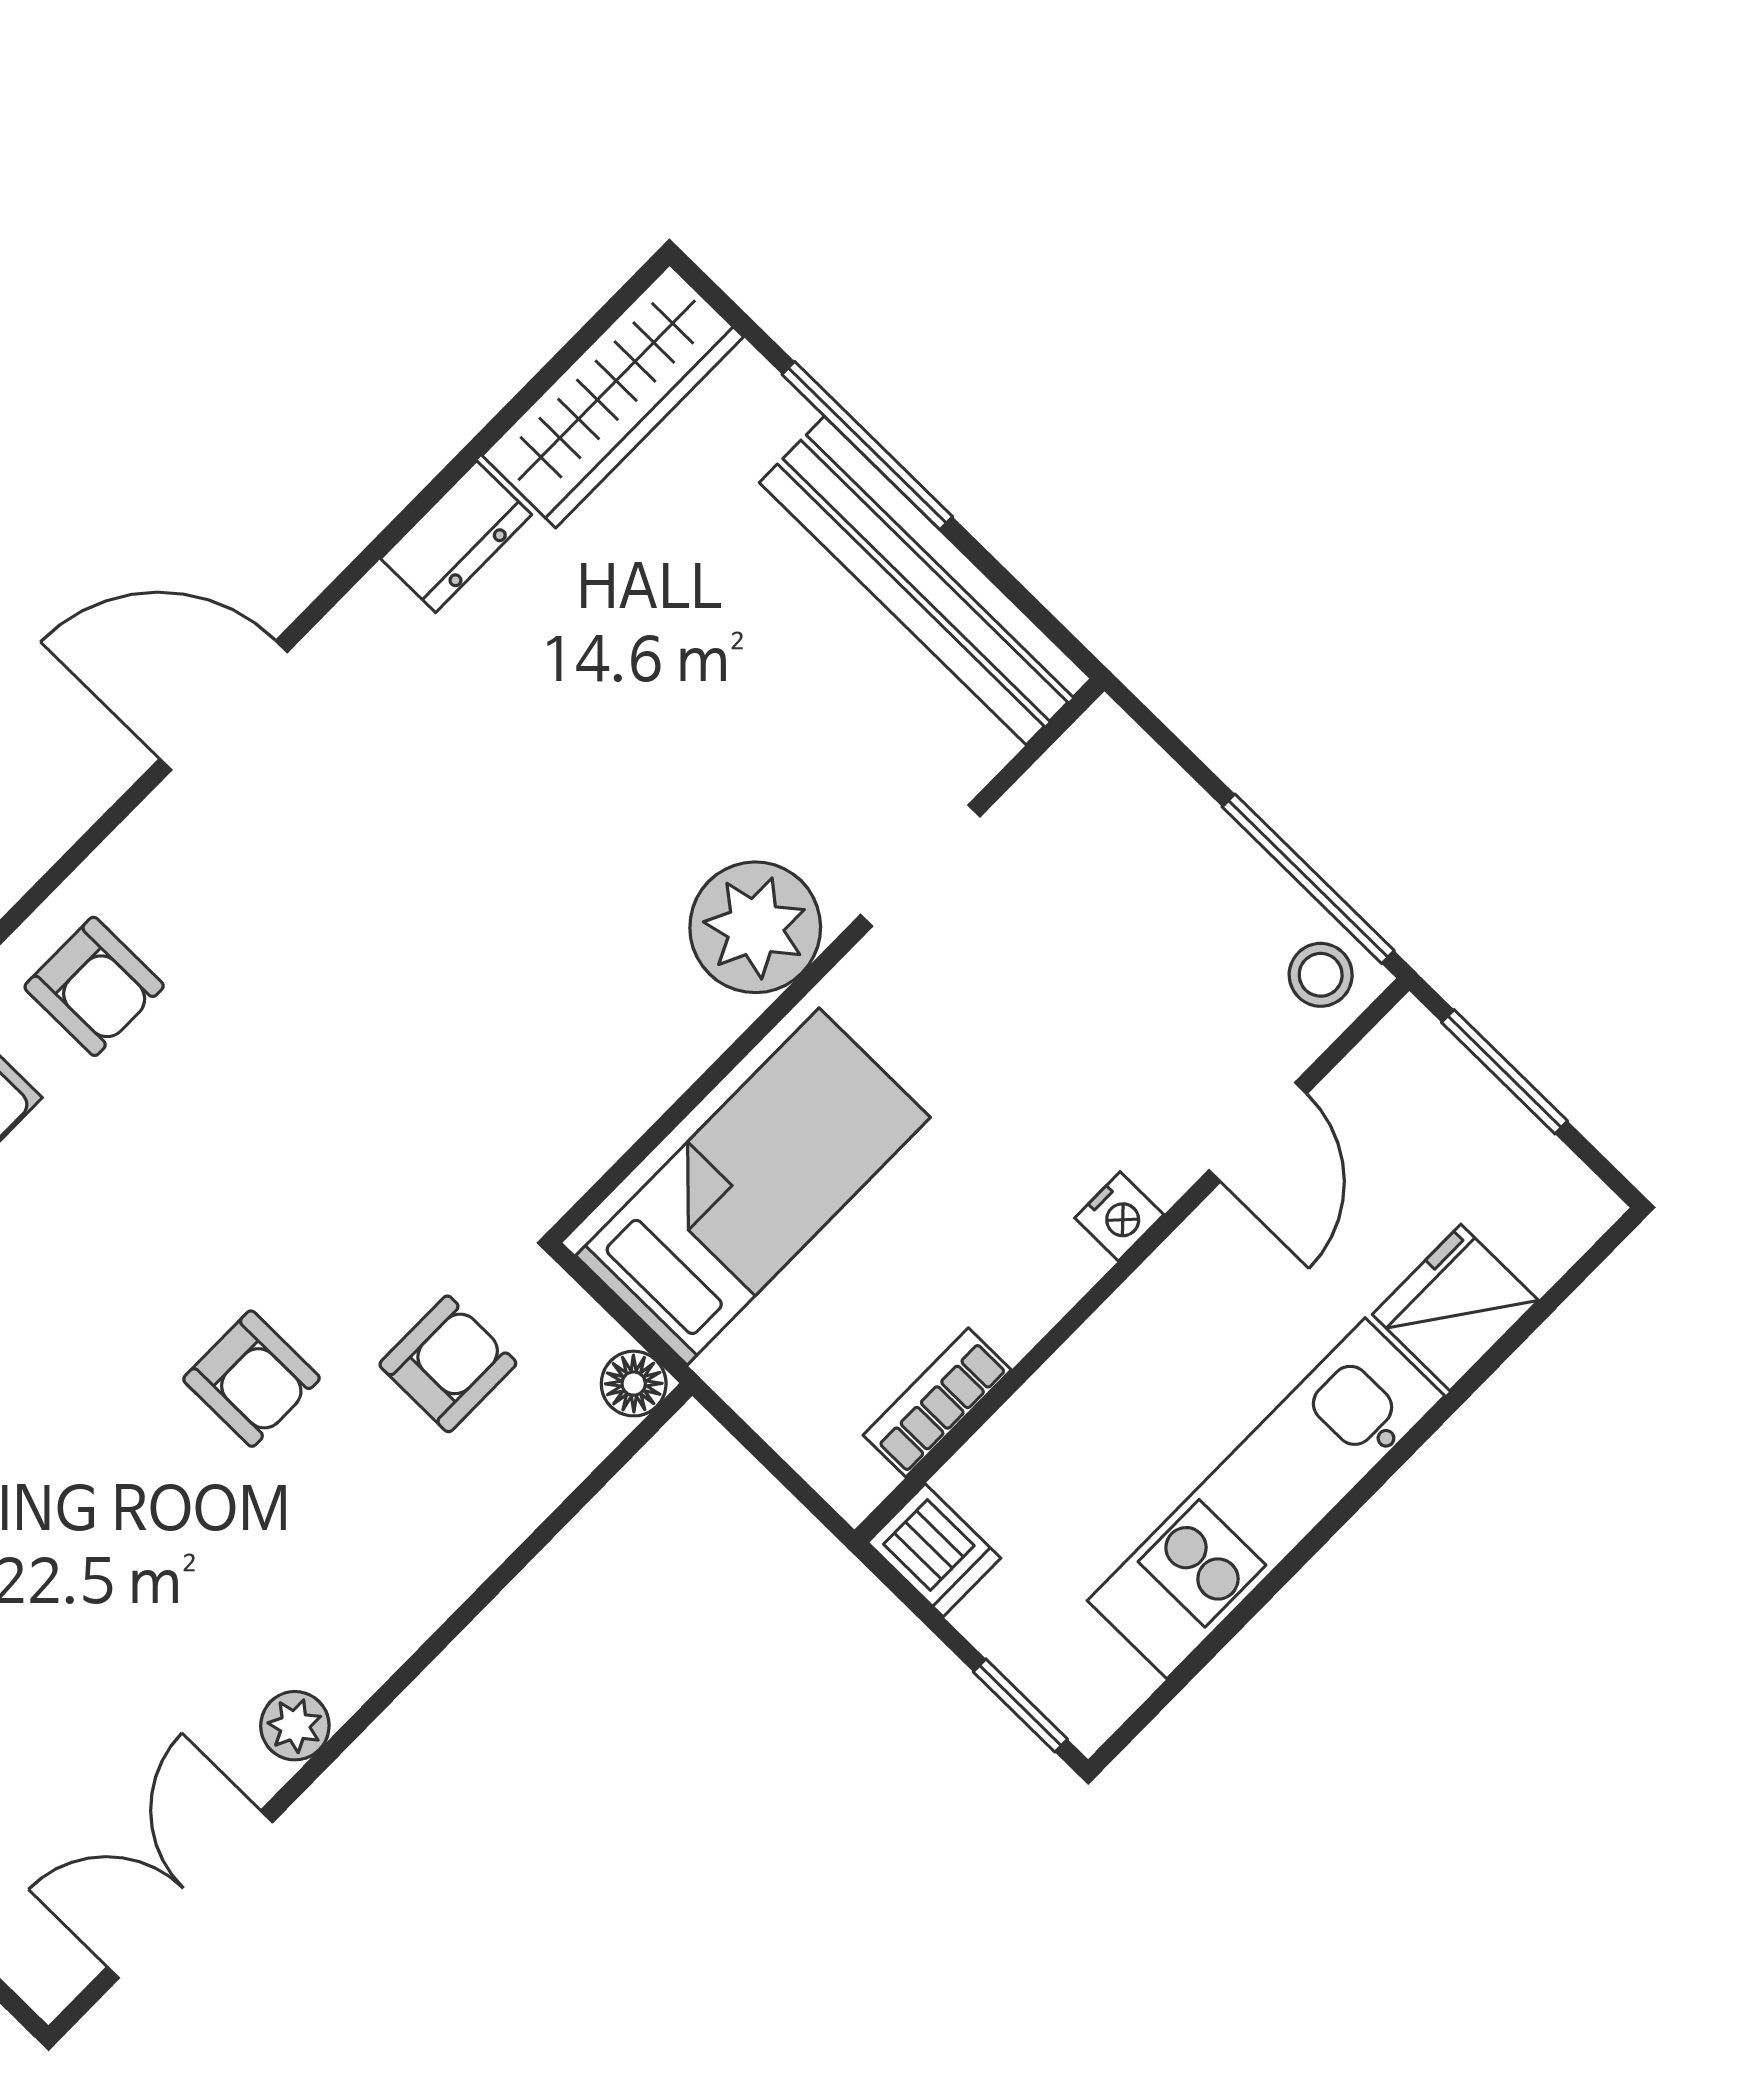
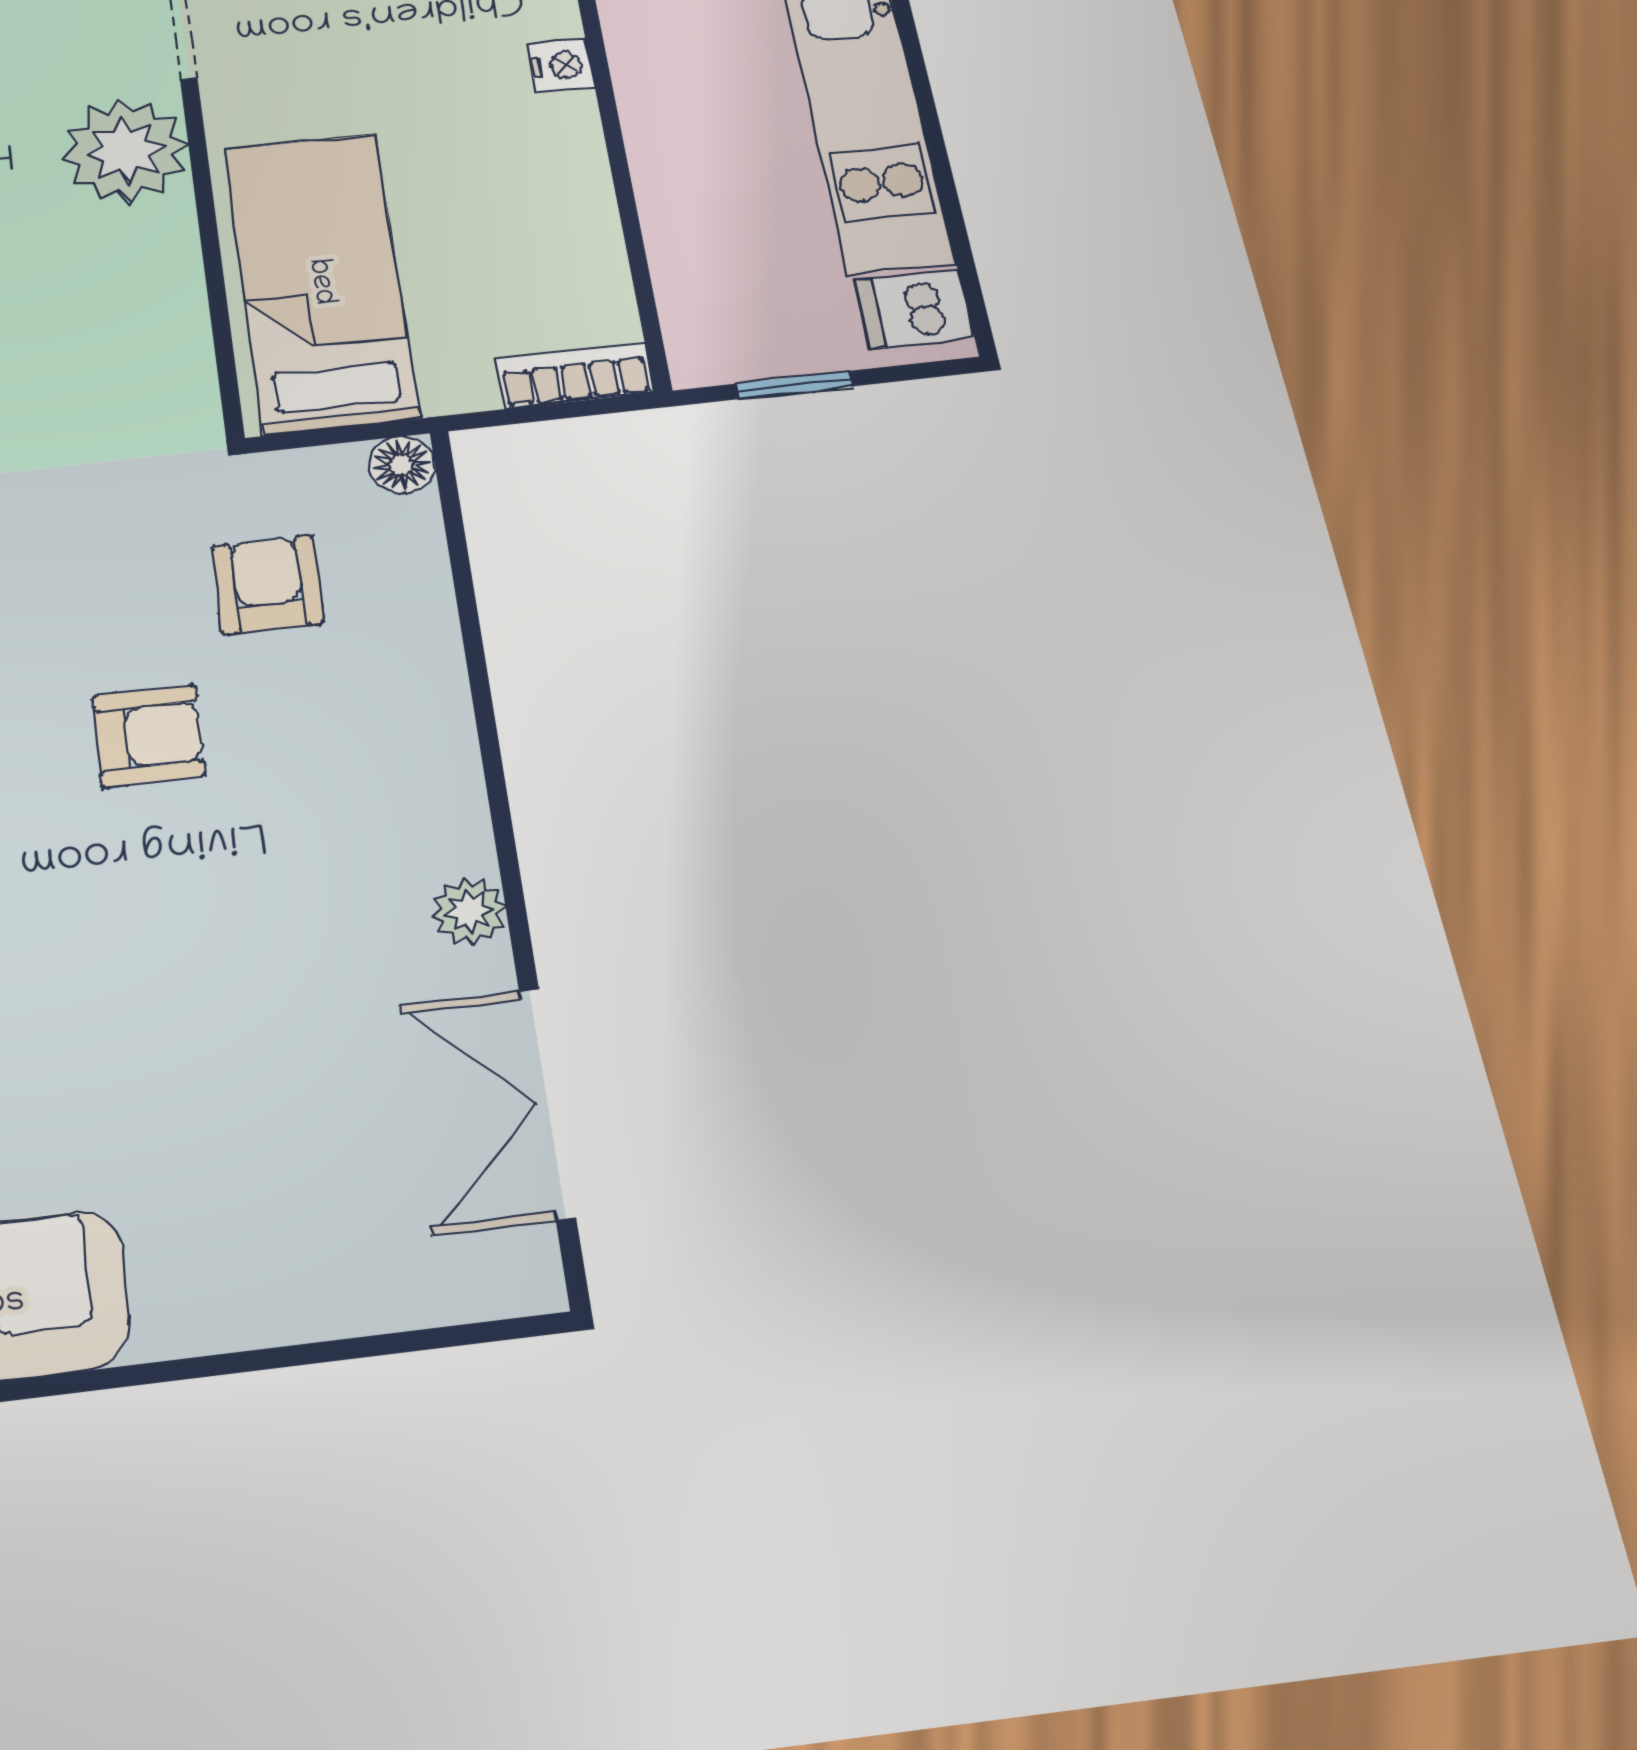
bookcase: (937, 1402) -> (575, 375), moved, turned 90
dishwasher: (934, 1550) -> (914, 309), moved, turned 180
window: (1020, 1705) -> (794, 385), moved

